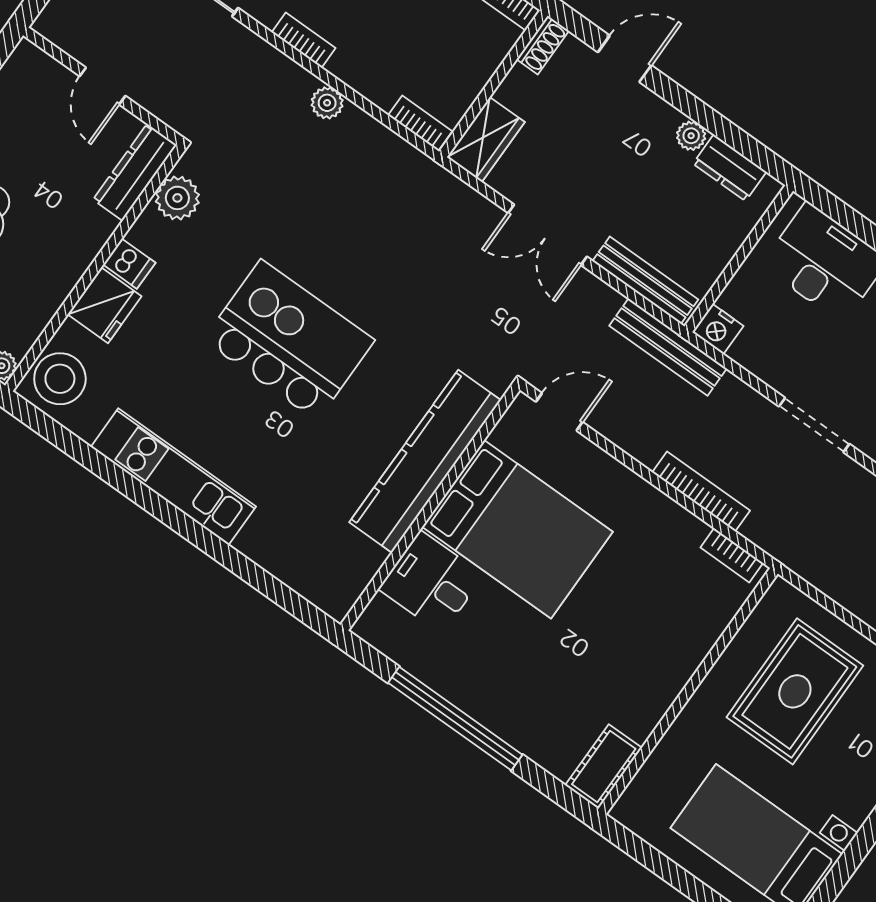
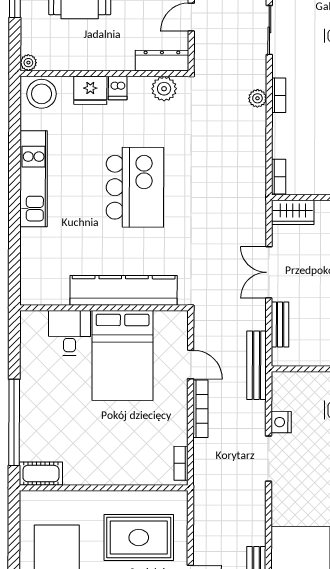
plant: (327, 103) -> (257, 98), moved
bench: (645, 280) -> (280, 324), width x0.73
nightstand: (718, 329) -> (281, 422), moved
door: (559, 412) -> (191, 364), moved
bookcase: (701, 491) -> (201, 409), moved
window: (455, 719) -> (14, 422), moved

